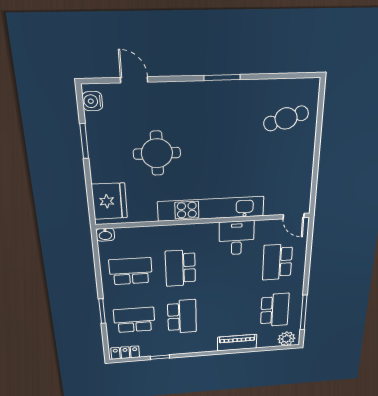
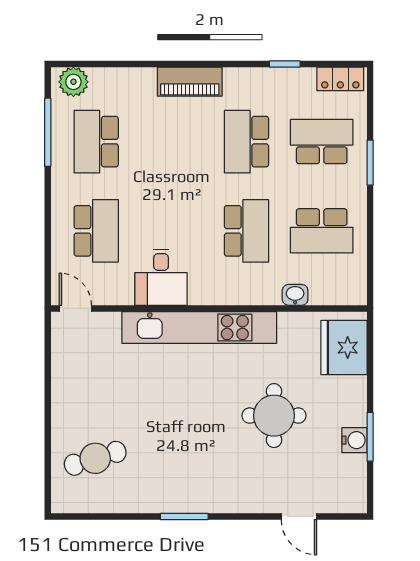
water cooler: (92, 101) -> (354, 440), moved
washbasin: (105, 235) -> (295, 295), moved
school desk: (134, 320) -> (322, 142), turned 180
piano: (237, 343) -> (190, 82), moved

